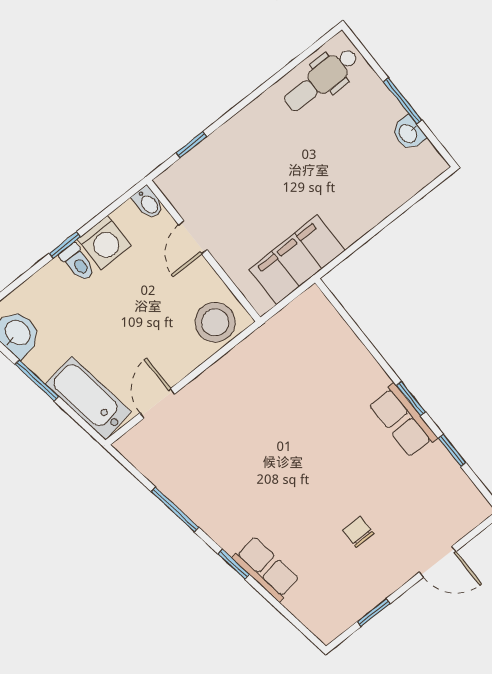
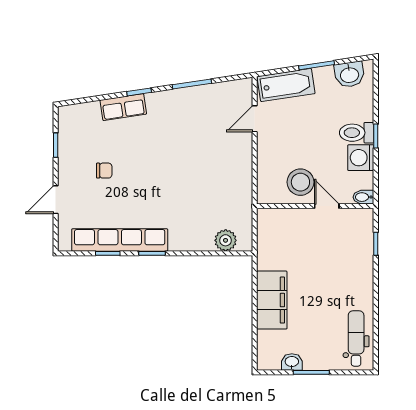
filing cabinet: (297, 260) -> (272, 300), moved
toilet: (78, 262) -> (357, 133), width x1.37, depth x1.39
stool: (215, 322) -> (300, 182), moved
plant: (327, 324) -> (226, 240), added
door: (157, 403) -> (255, 119), swing flipped
row of seats: (403, 421) -> (120, 240), width x2.02

